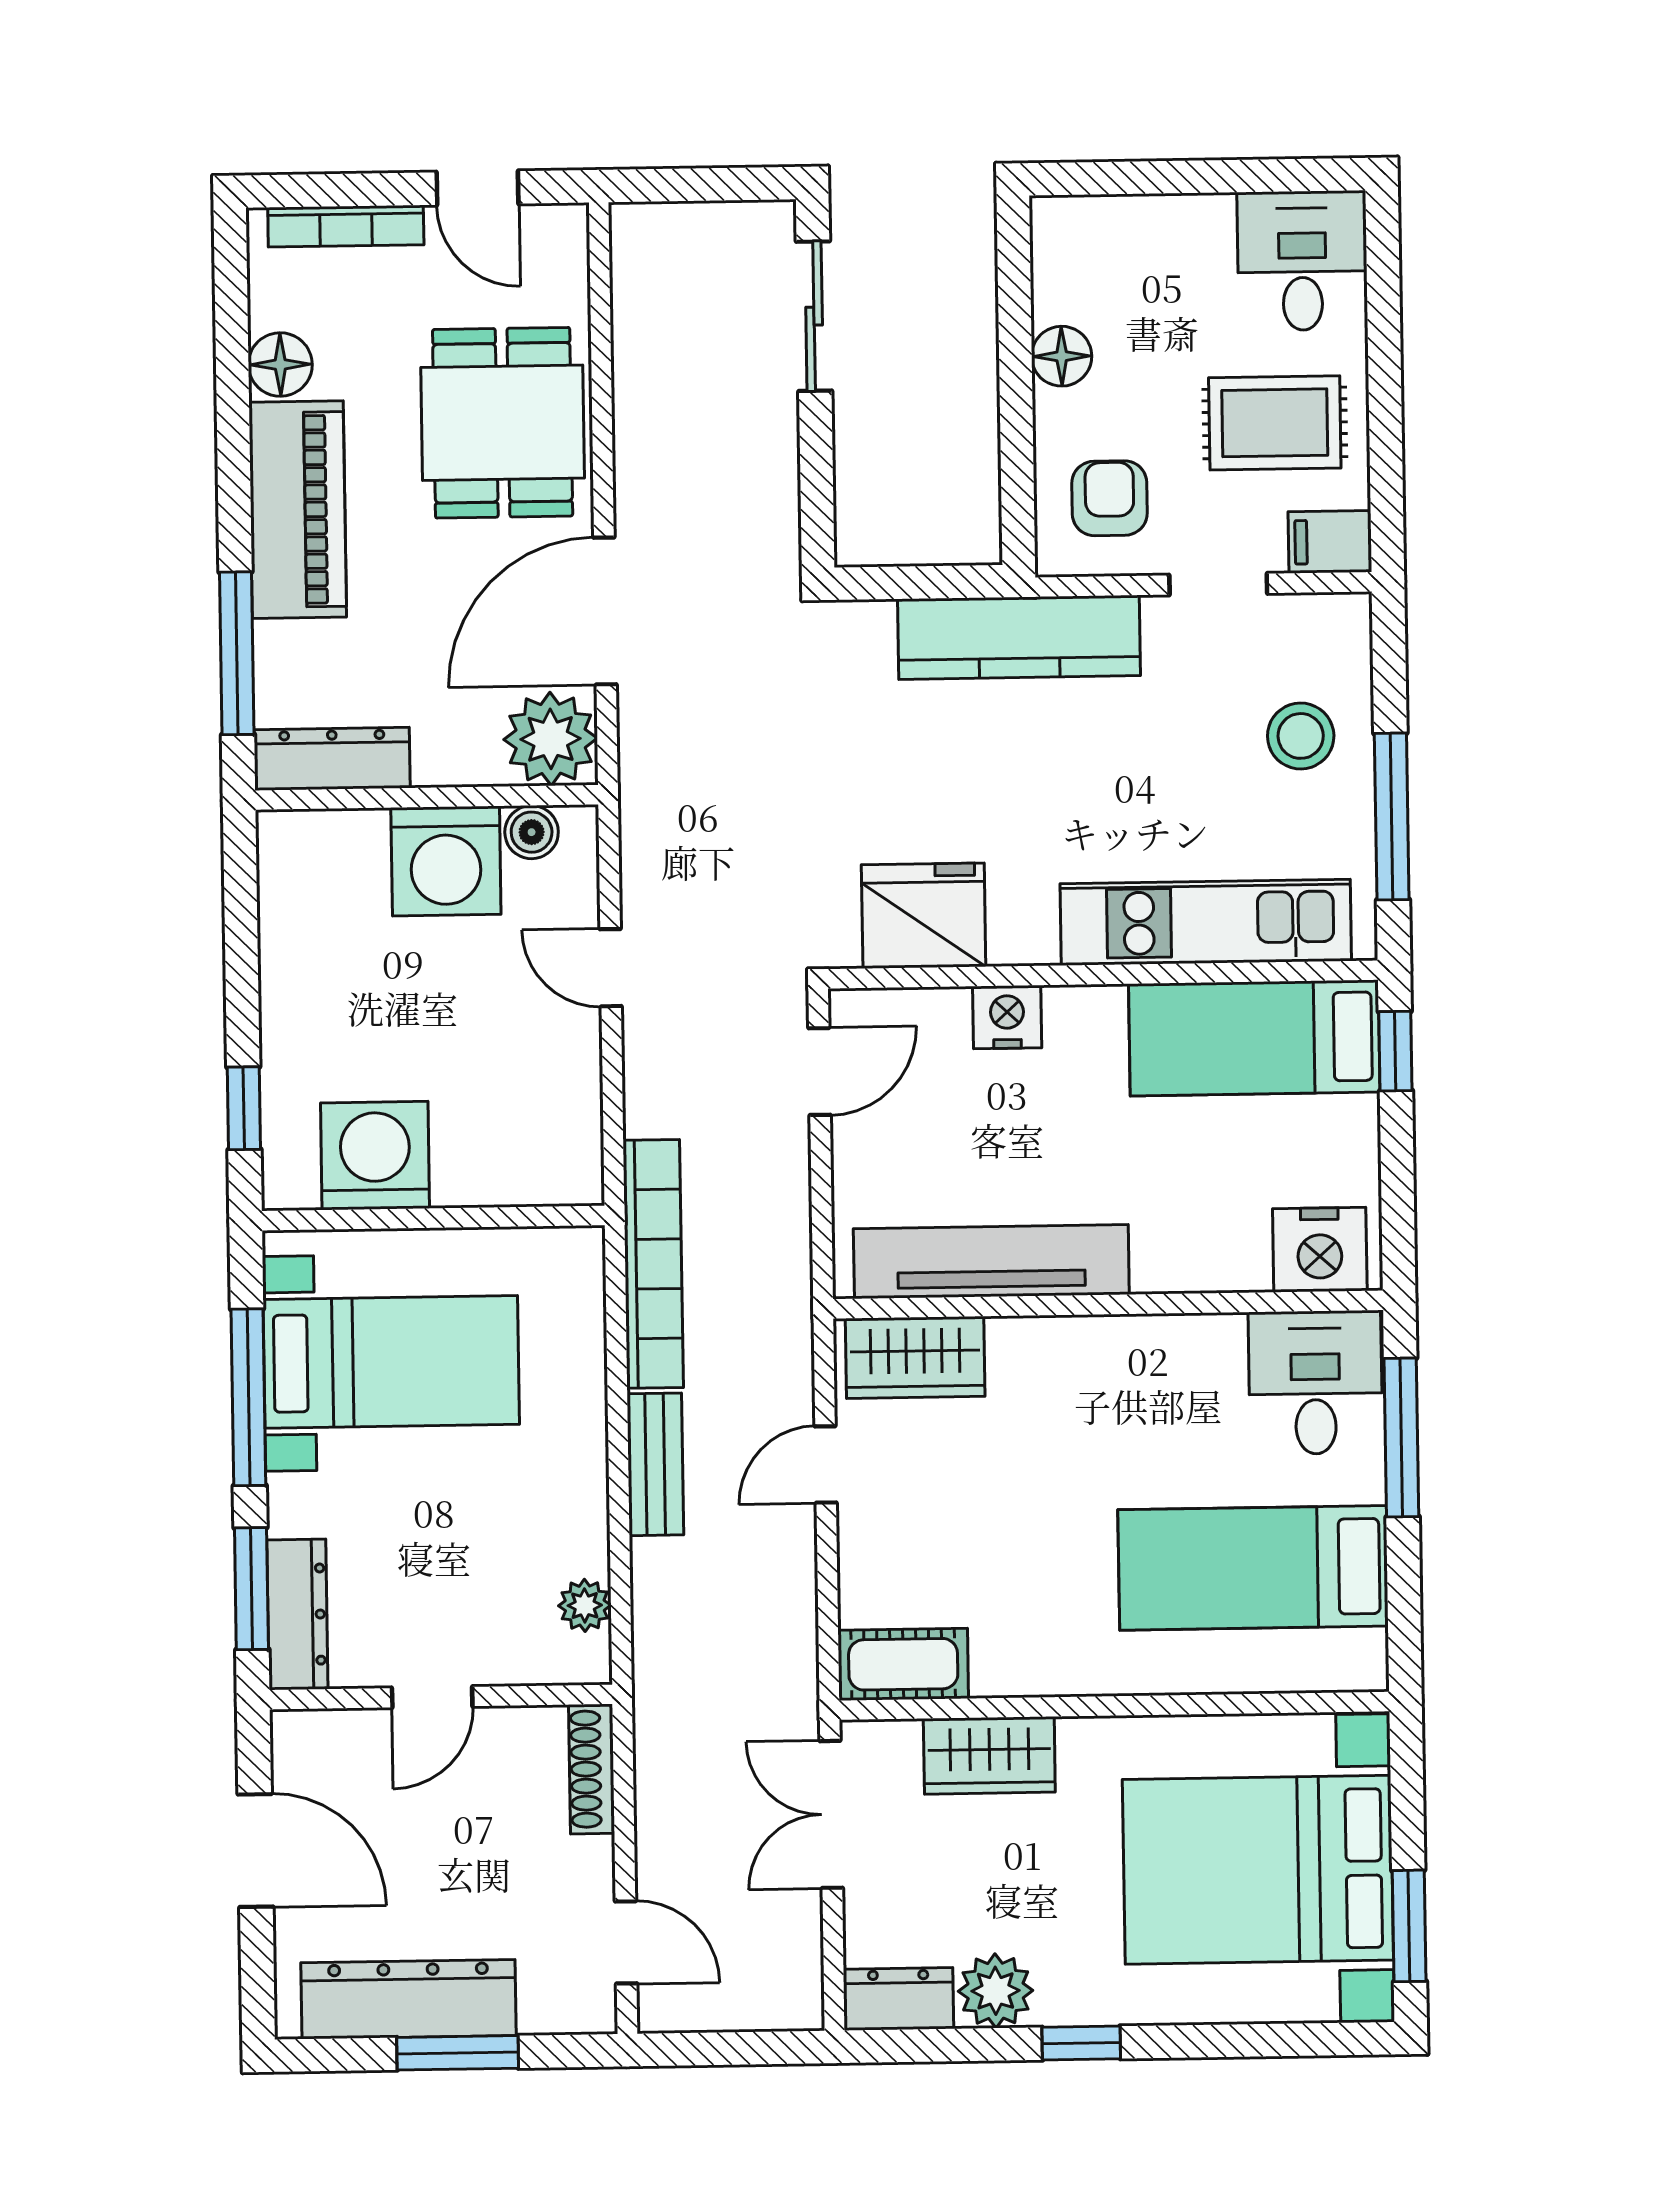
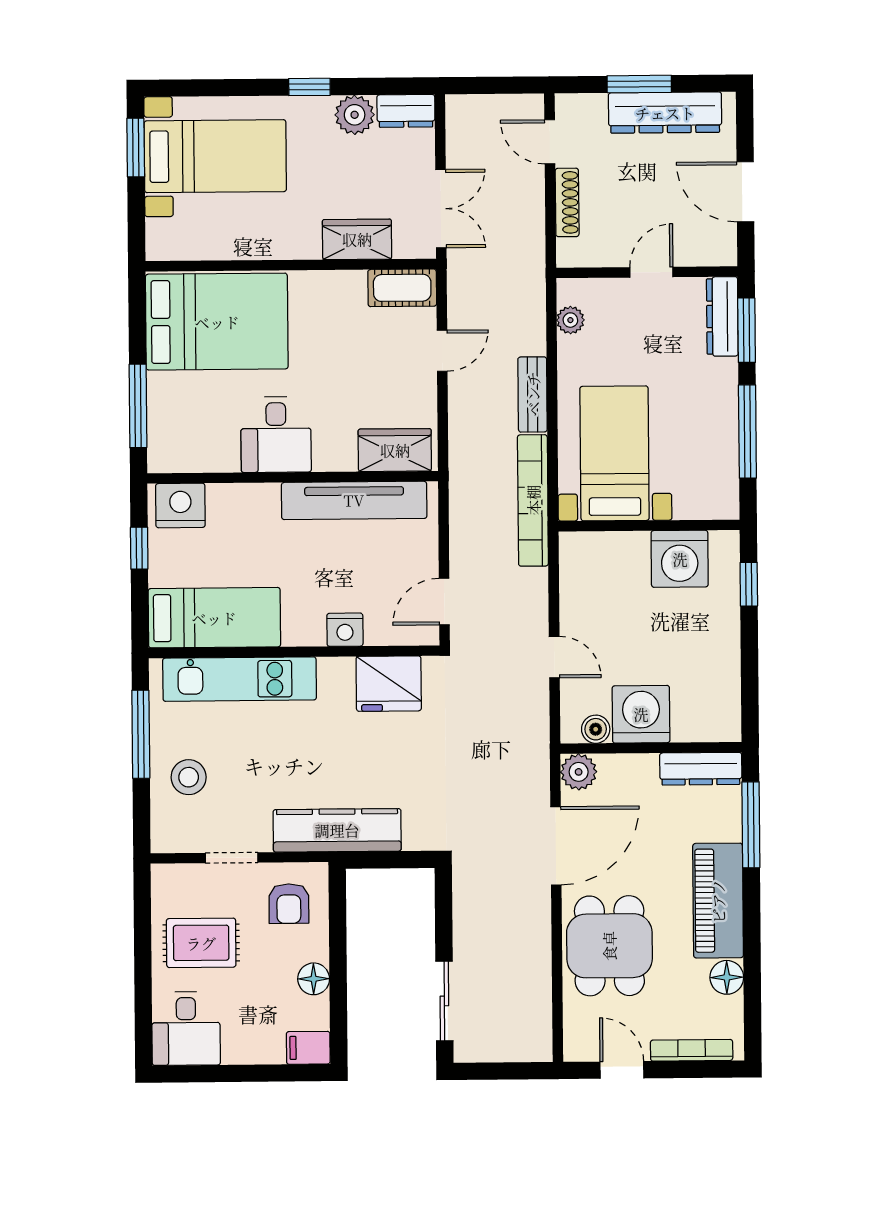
filing cabinet: (1330, 542) -> (308, 1048), moved, turned 180
plant: (551, 739) -> (579, 772), width x0.73, depth x0.73
window: (1395, 1051) -> (139, 548), moved
bed with nightstands: (391, 1362) -> (615, 453), moved, turned 90
desk: (1315, 1382) -> (276, 434), moved
door: (826, 1464) -> (442, 351), moved
bed: (1253, 1568) -> (217, 322), width x1.50
shoe rack: (592, 1769) -> (567, 202), moved
bed with nightstands: (1258, 1870) -> (215, 156), width x0.73

